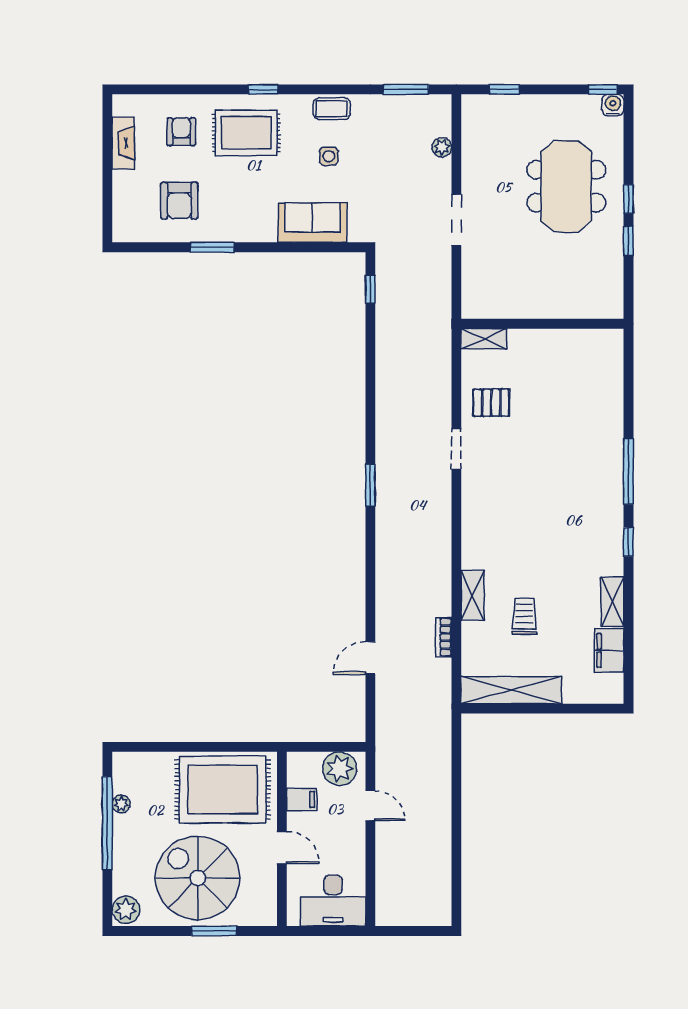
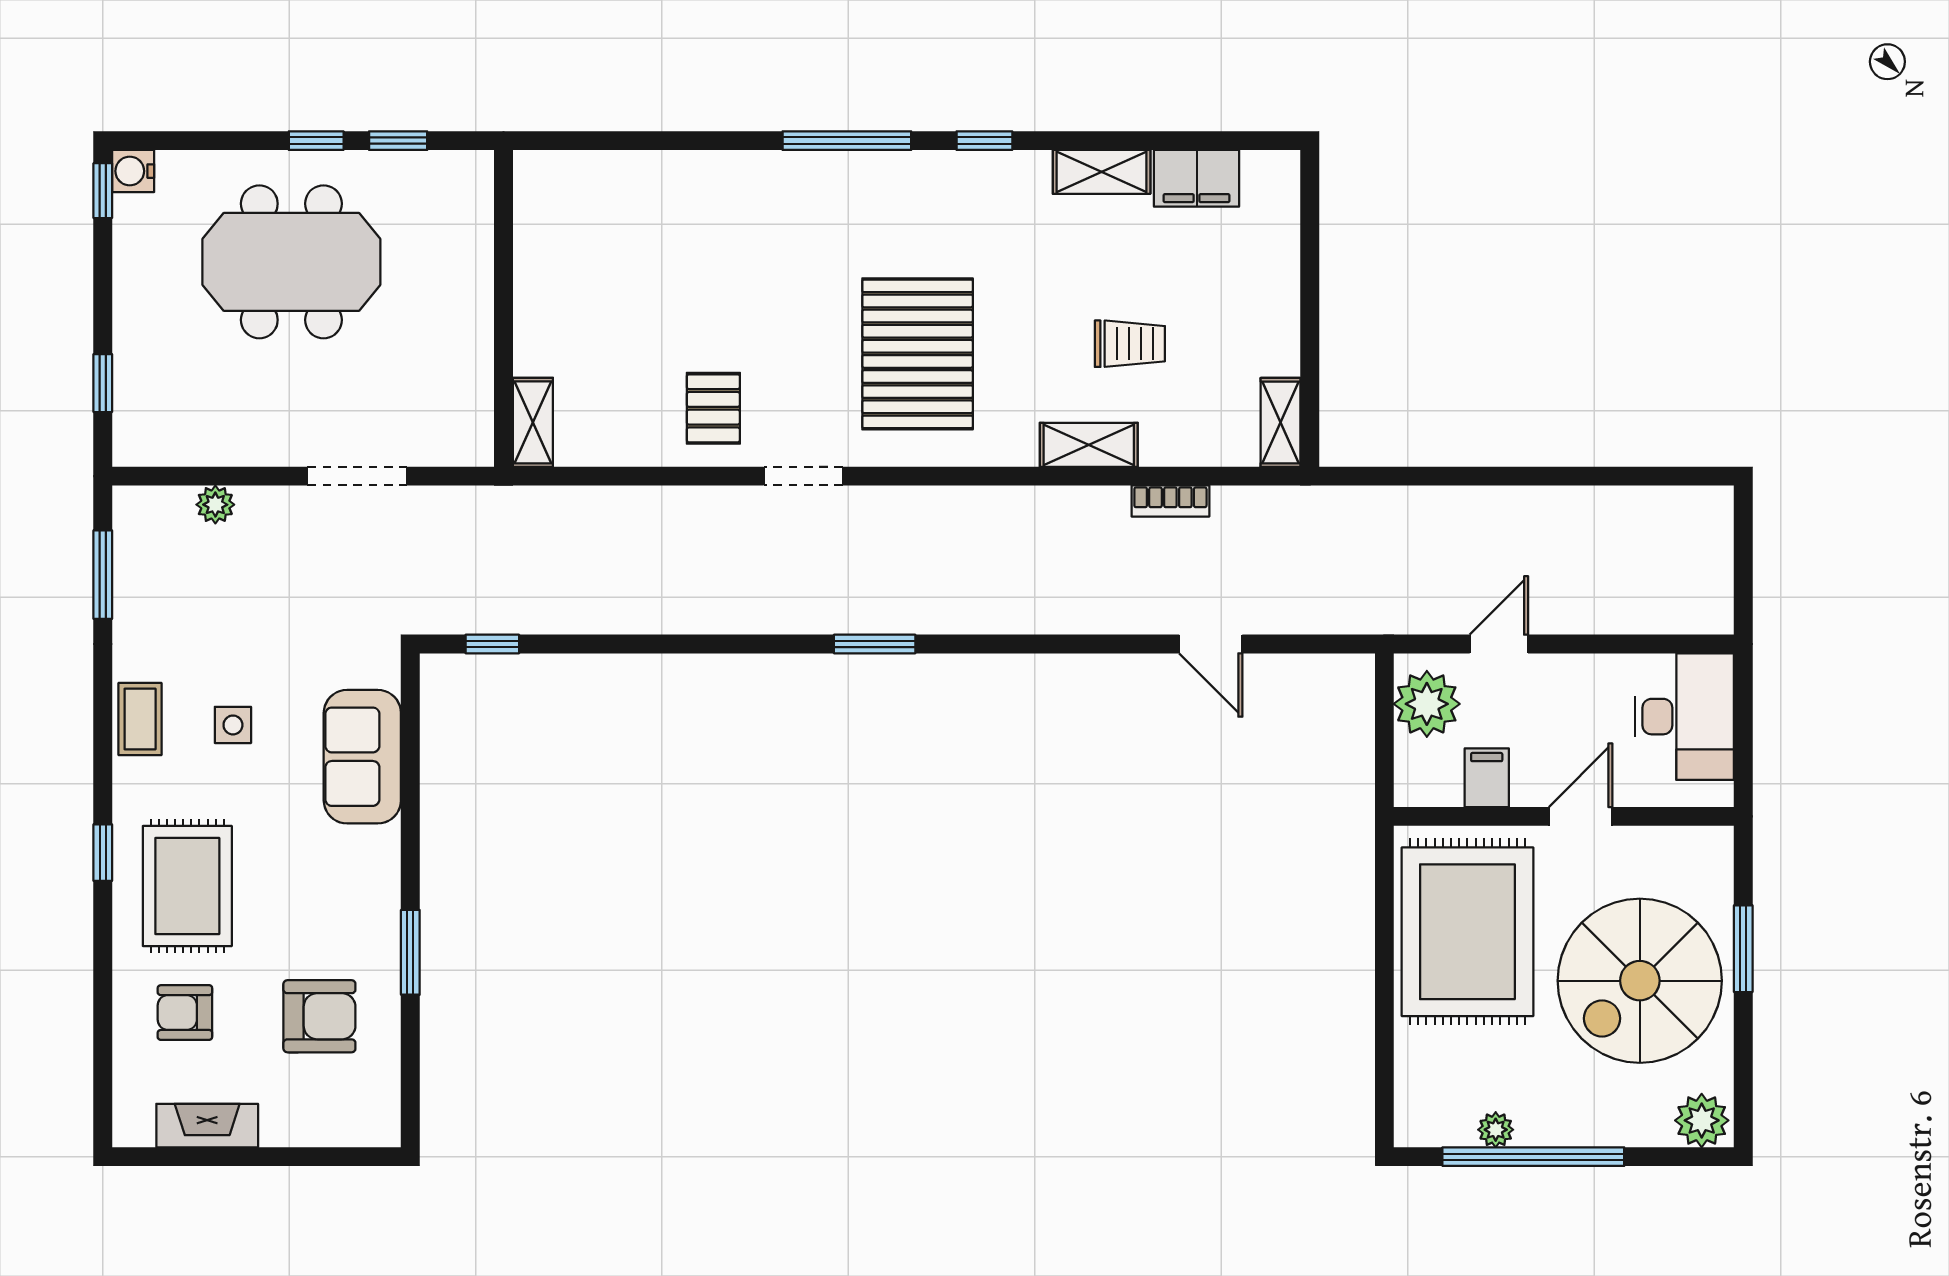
wall: (542, 324) -> (504, 308), moved
shelving: (484, 339) -> (533, 422), moved
pallet: (519, 507) -> (918, 354), added
trolley: (524, 616) -> (1130, 344), turned 180
shelving: (511, 690) -> (1280, 422), width x0.45, depth x0.75

